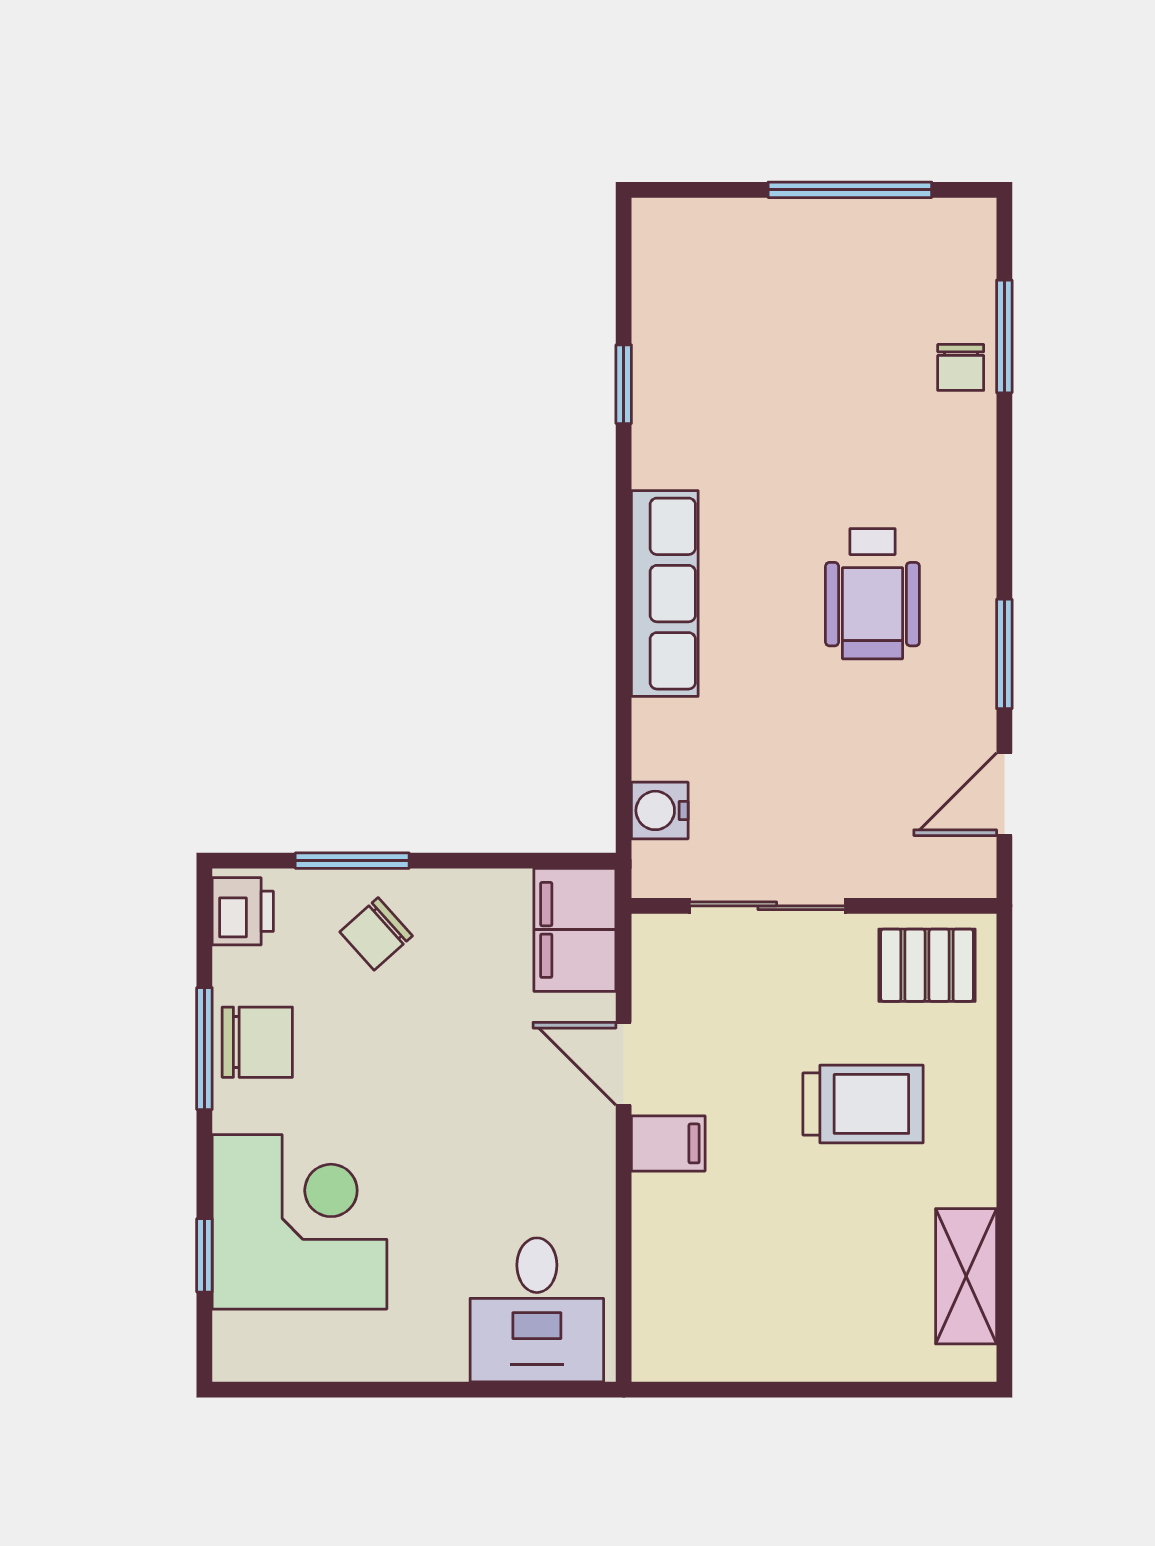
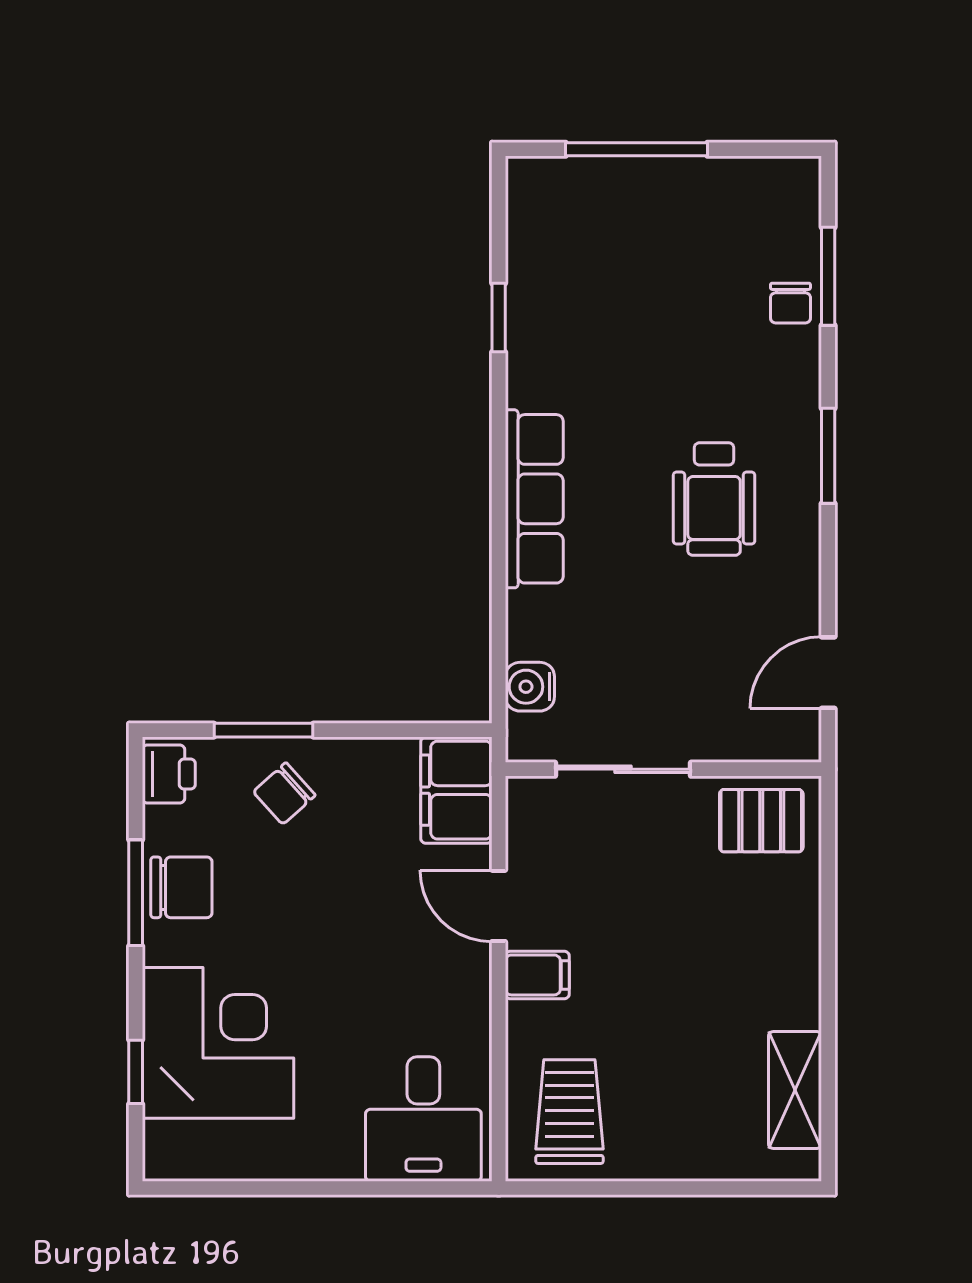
window: (850, 190) -> (636, 149), moved
window: (1004, 654) -> (828, 456), moved
trolley: (863, 1104) -> (569, 1112), moved, turned -90

